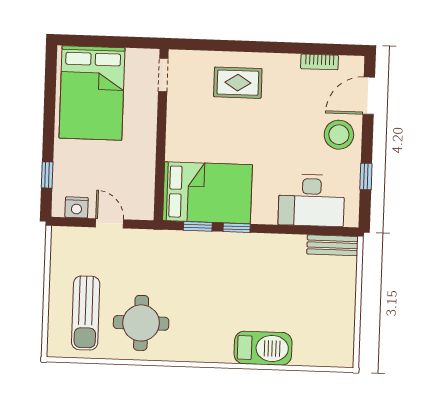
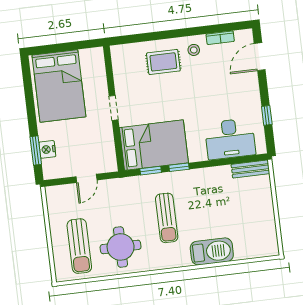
doorway: (163, 75) -> (114, 108), moved
stool: (339, 135) -> (194, 50), moved, width x0.53, depth x0.53
window: (47, 175) -> (36, 150), width x1.50
nightstand: (77, 207) -> (47, 149), moved, turned 90
door: (109, 223) -> (86, 178), swing flipped
sun lounger: (209, 293) -> (167, 218), added

